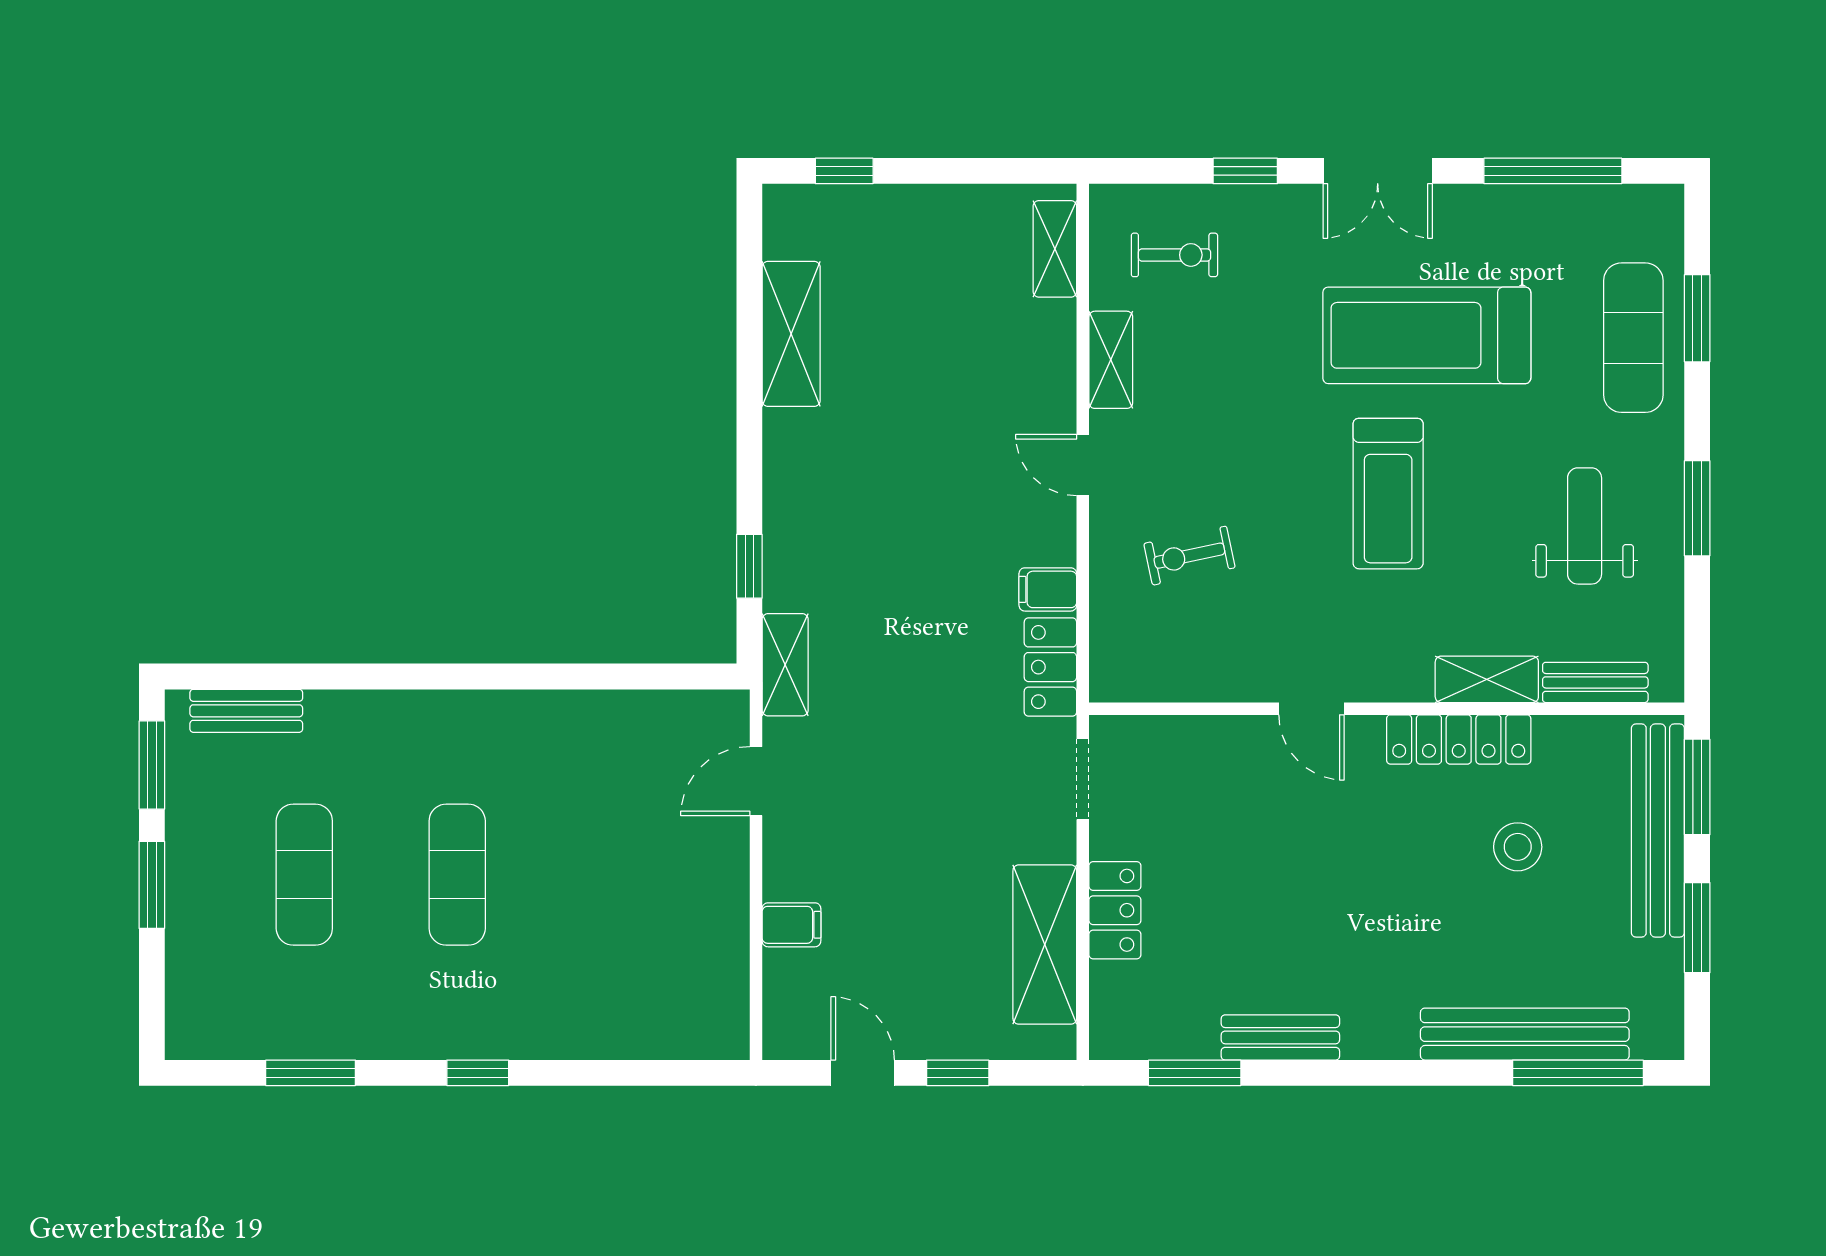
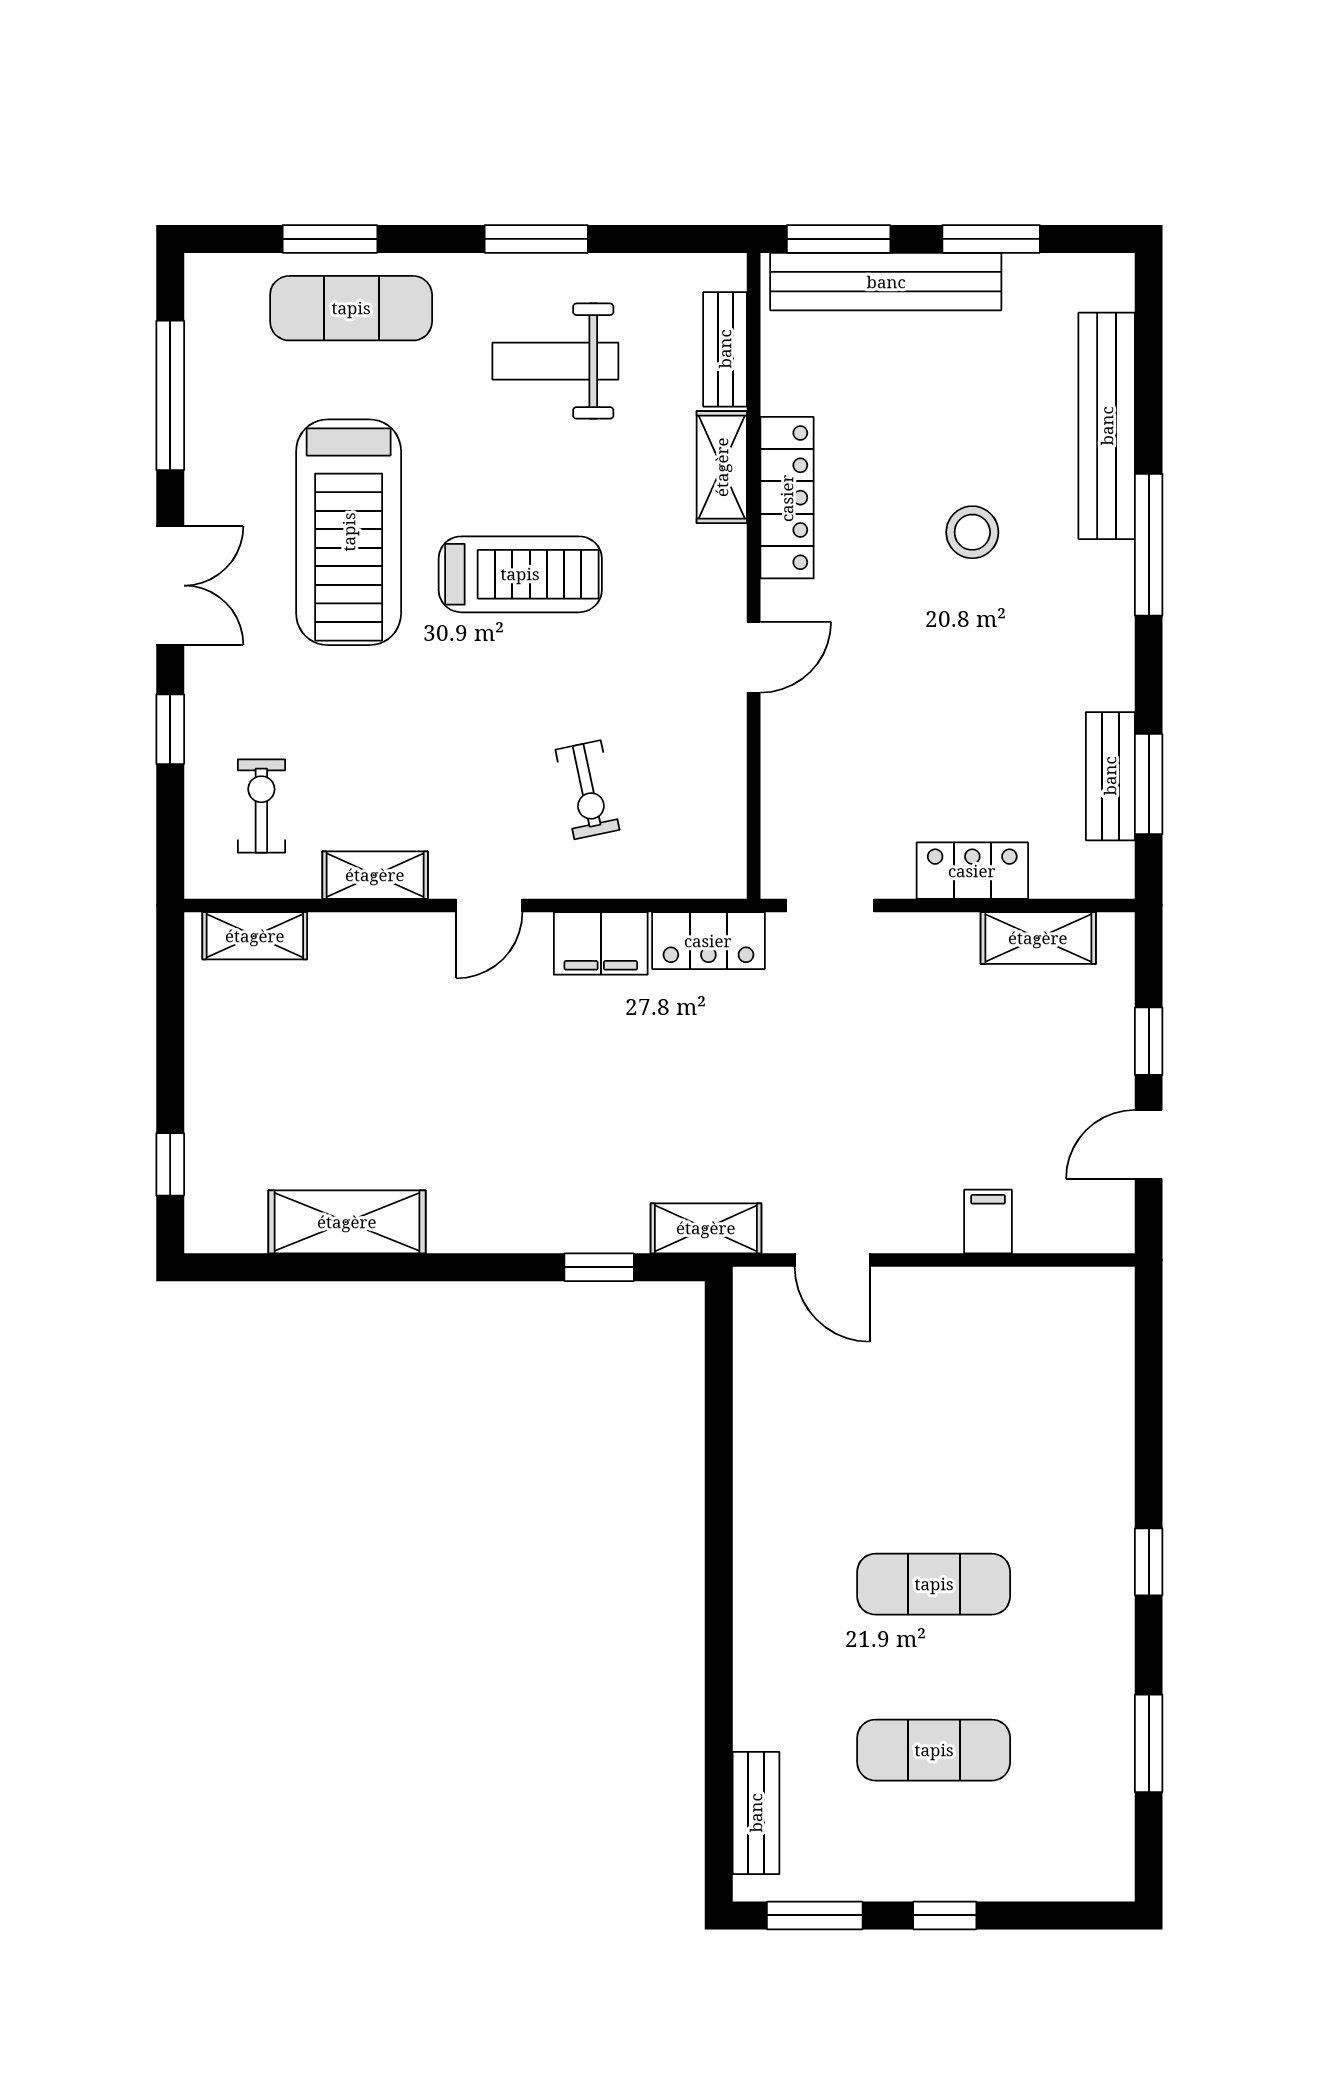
filing cabinet: (1048, 589) -> (601, 943), width x2.00
stool: (1518, 847) -> (972, 532), moved
window: (152, 885) -> (945, 1915), width x0.67
shelving: (1045, 945) -> (1038, 938), width x0.67, depth x0.75
bench: (1280, 1037) -> (1110, 776), moved
window: (1578, 1073) -> (1149, 545), moved

